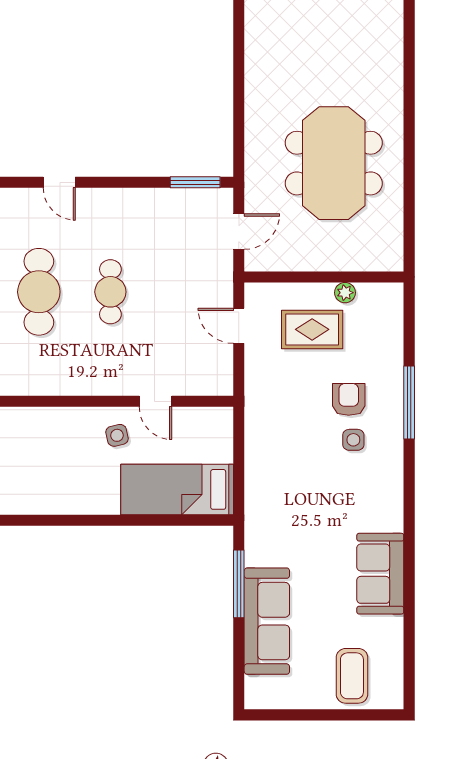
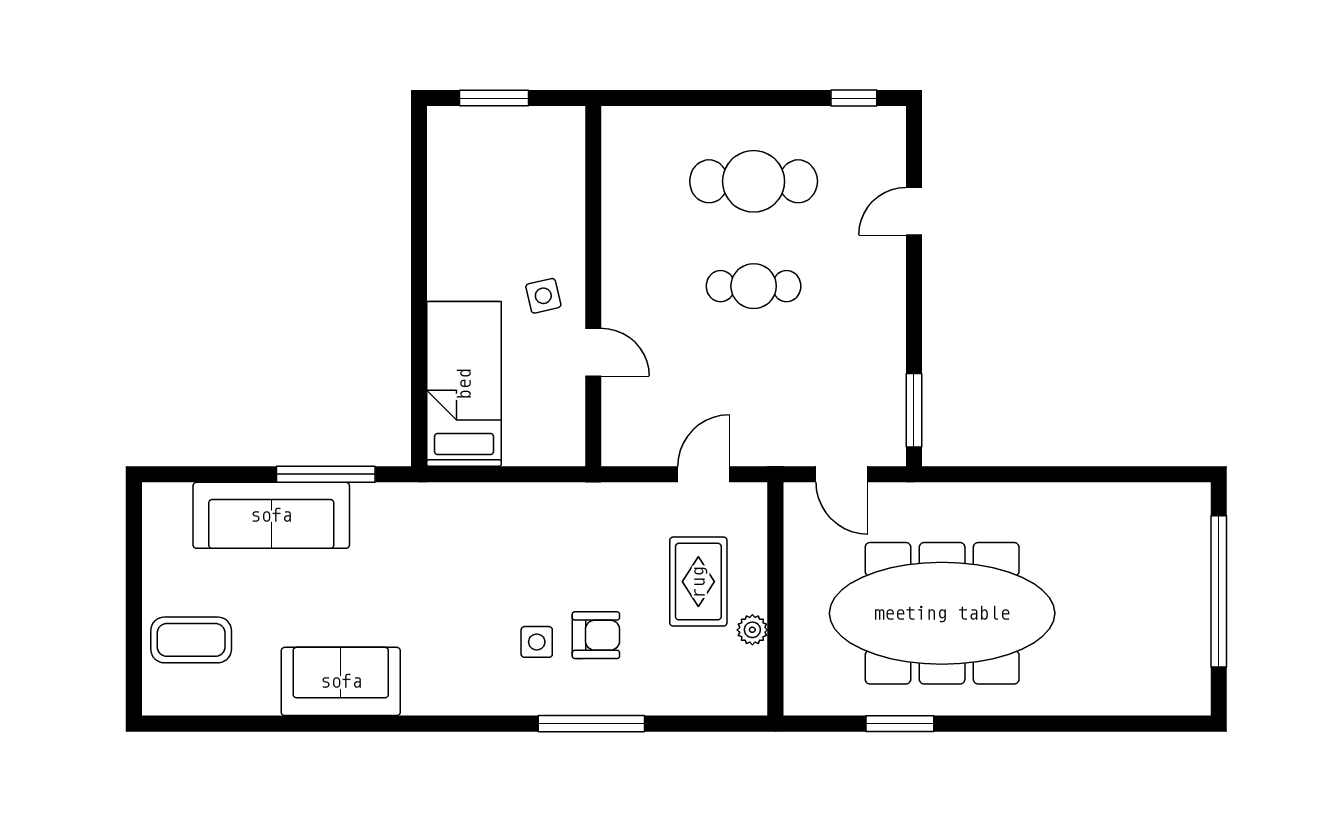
meeting table: (334, 163) -> (942, 613), width x1.36
window: (409, 192) -> (900, 724), added
door: (156, 401) -> (593, 352), swing flipped

